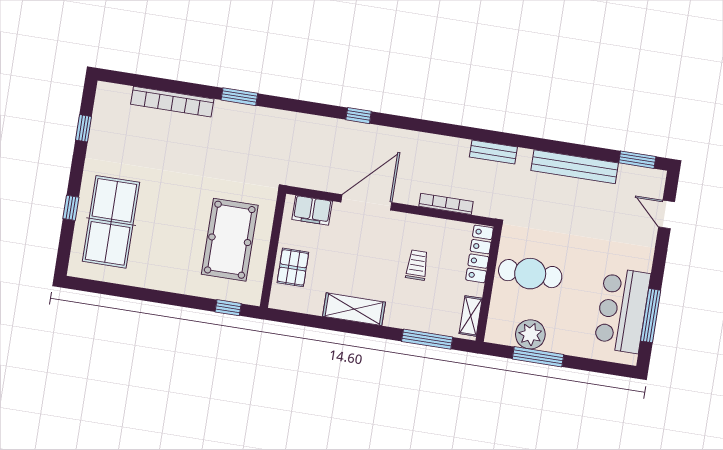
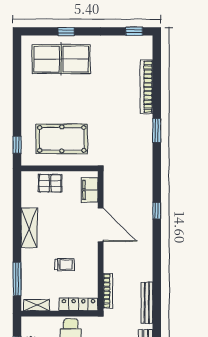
window: (84, 128) -> (134, 31), moved
bench: (493, 152) -> (147, 303), width x1.36
bookcase: (446, 204) -> (108, 291), moved

